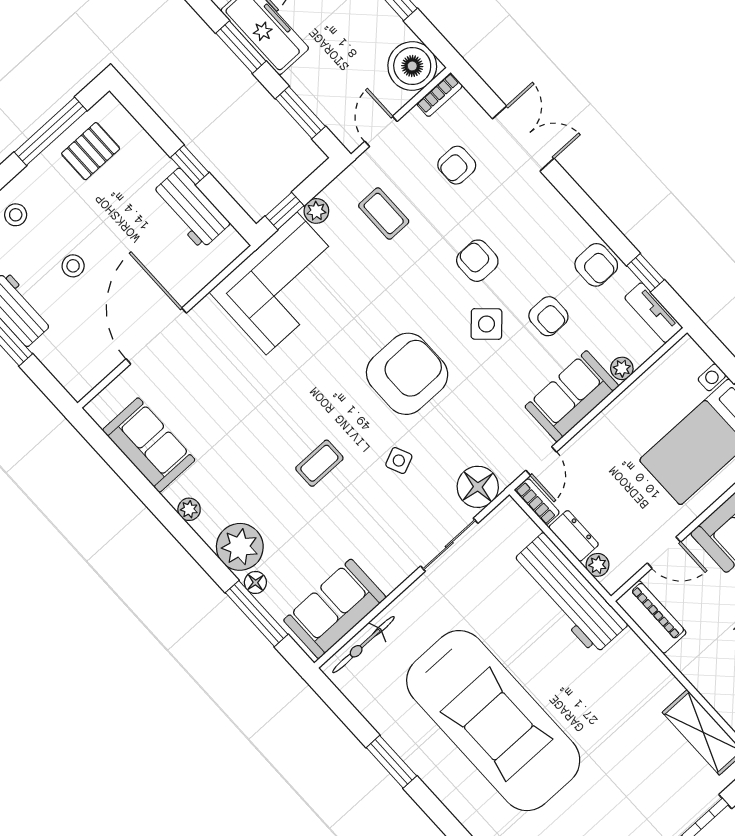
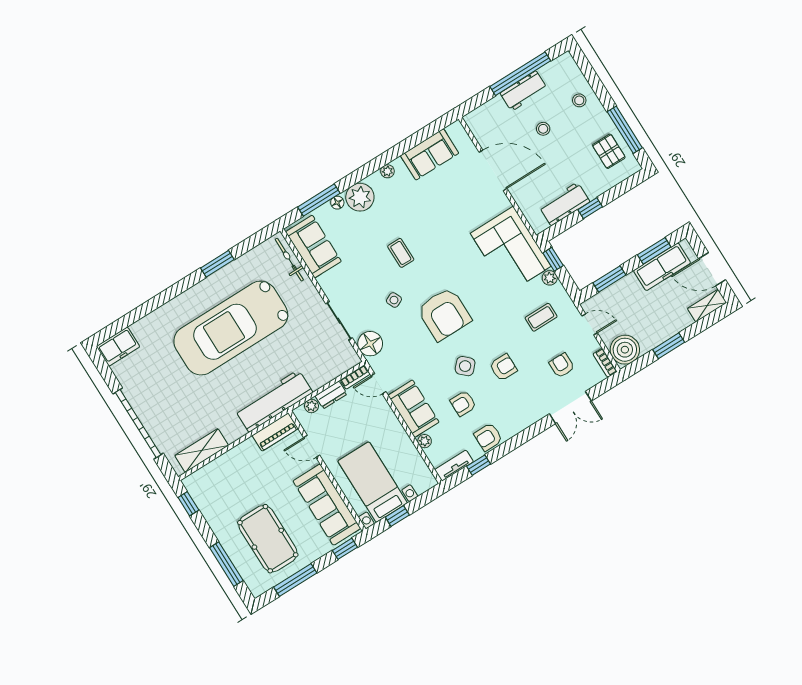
door: (664, 553) -> (312, 446), hinge flipped
workbench: (569, 594) -> (274, 401), moved

